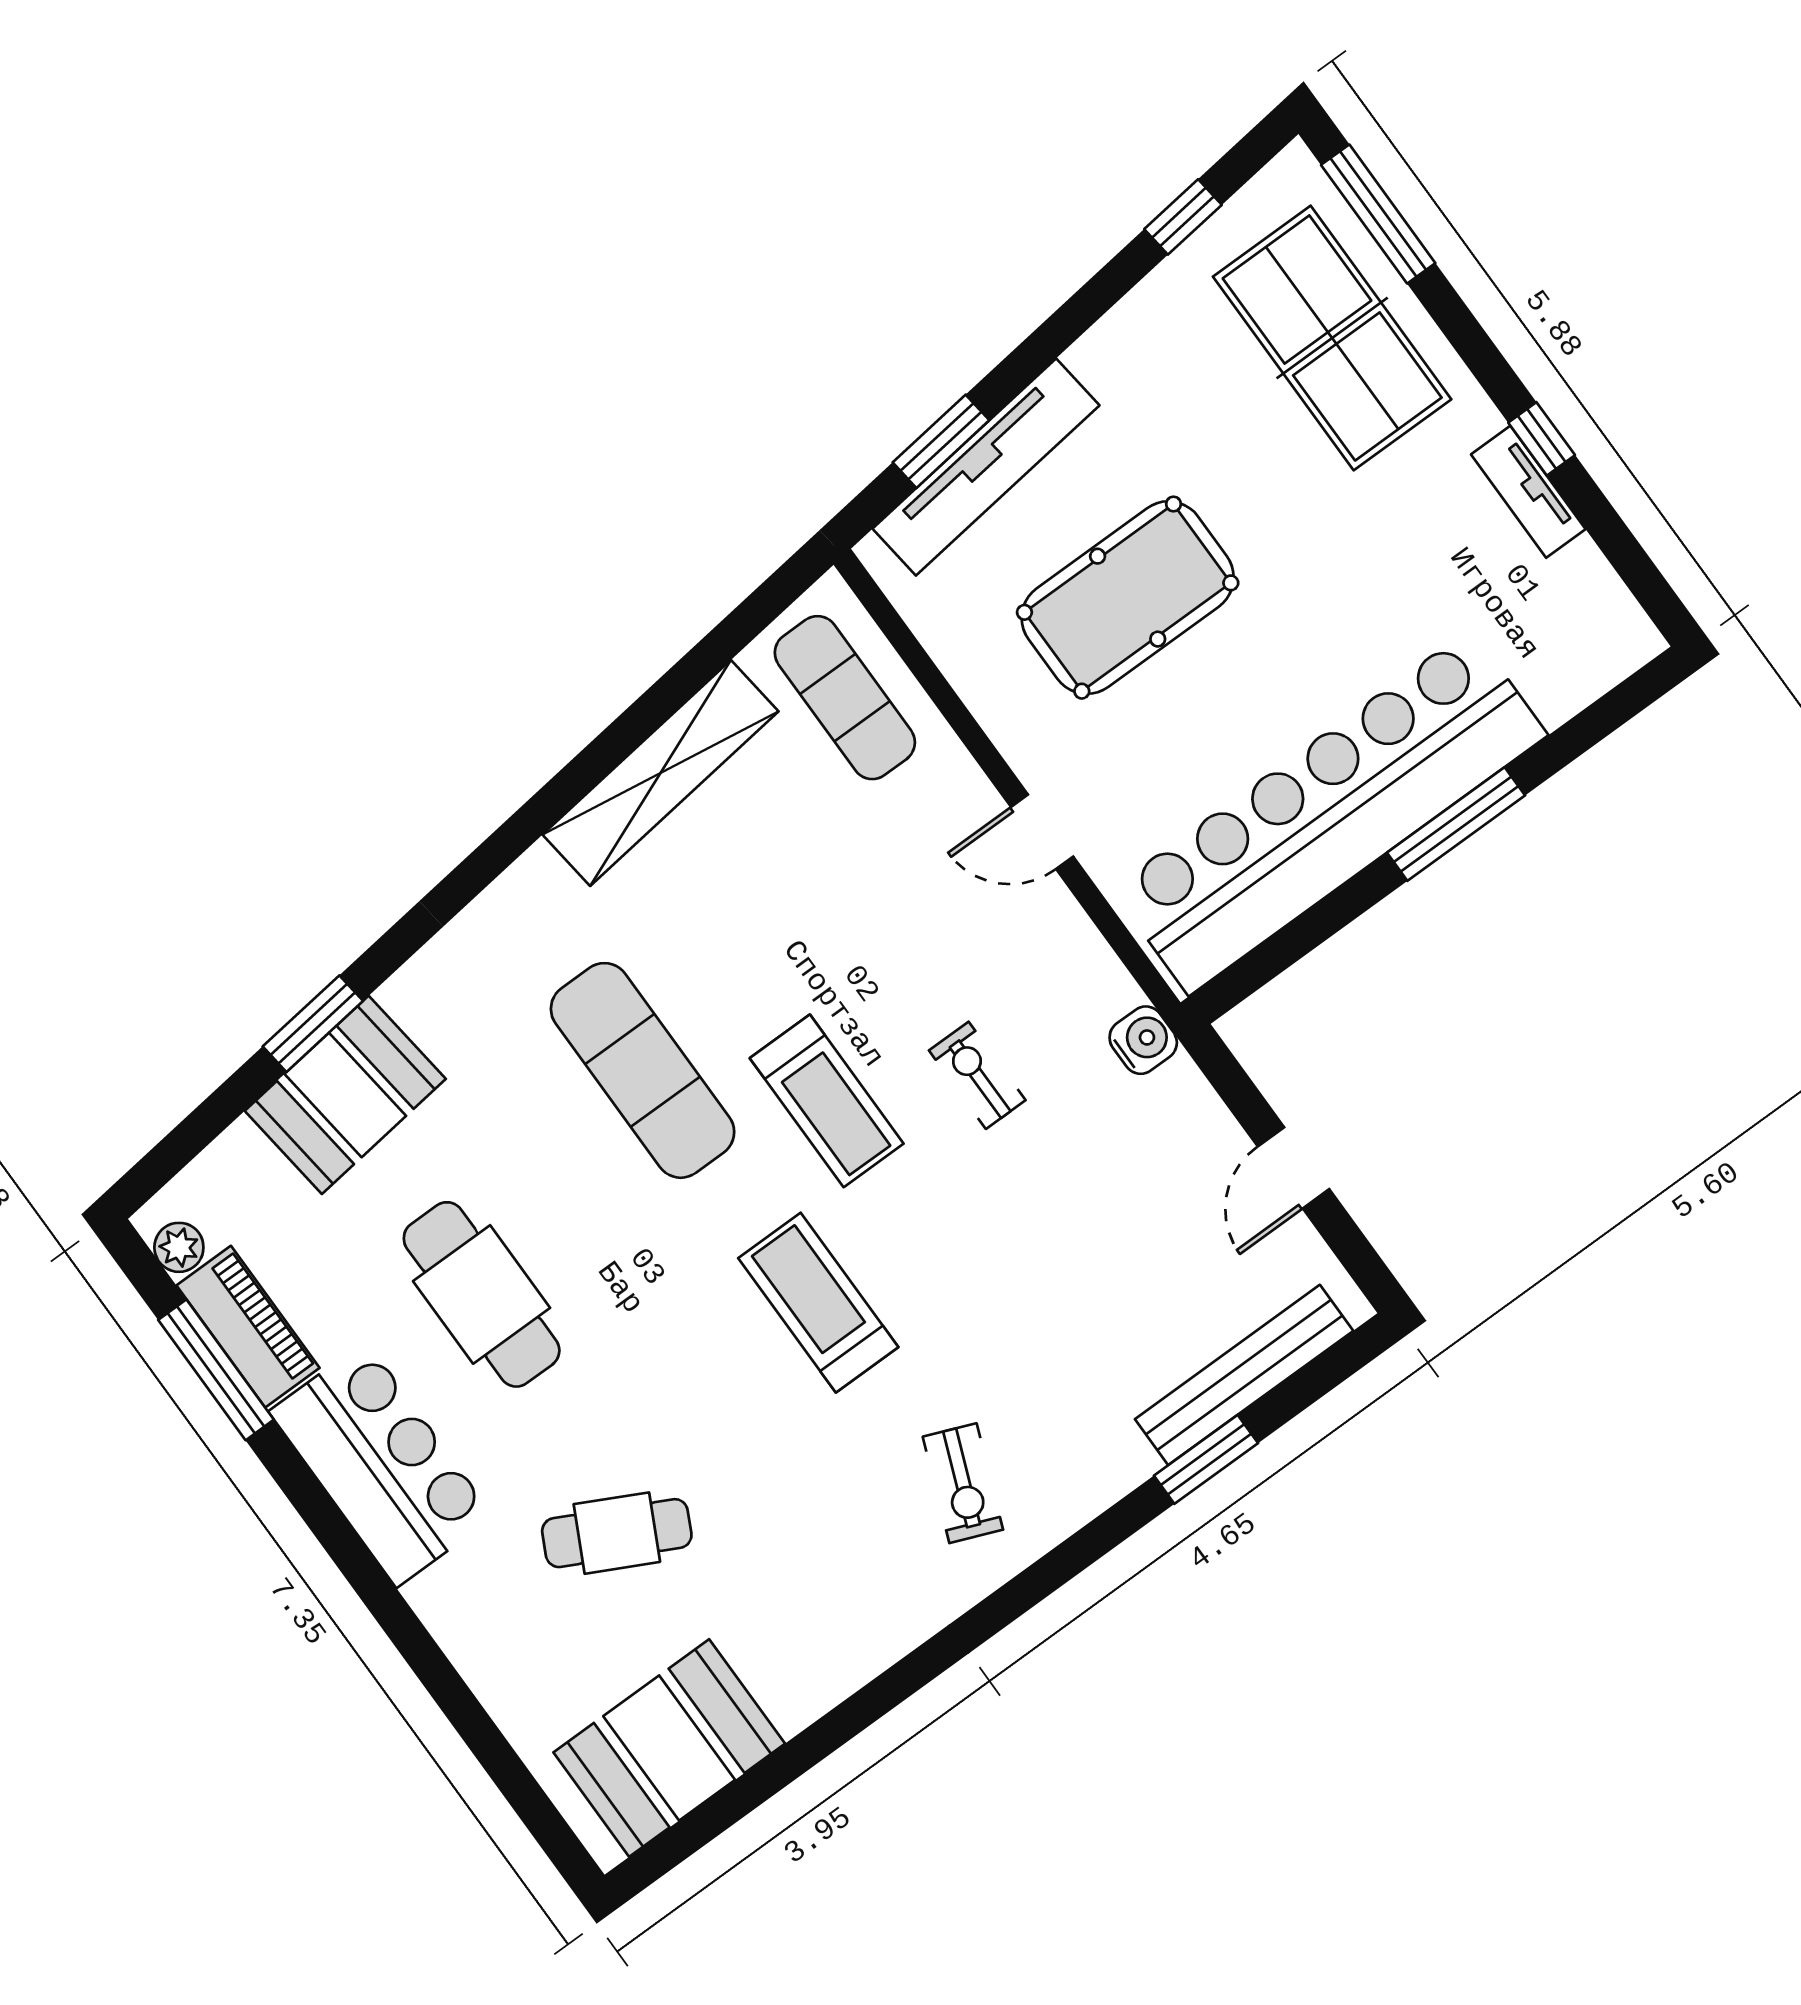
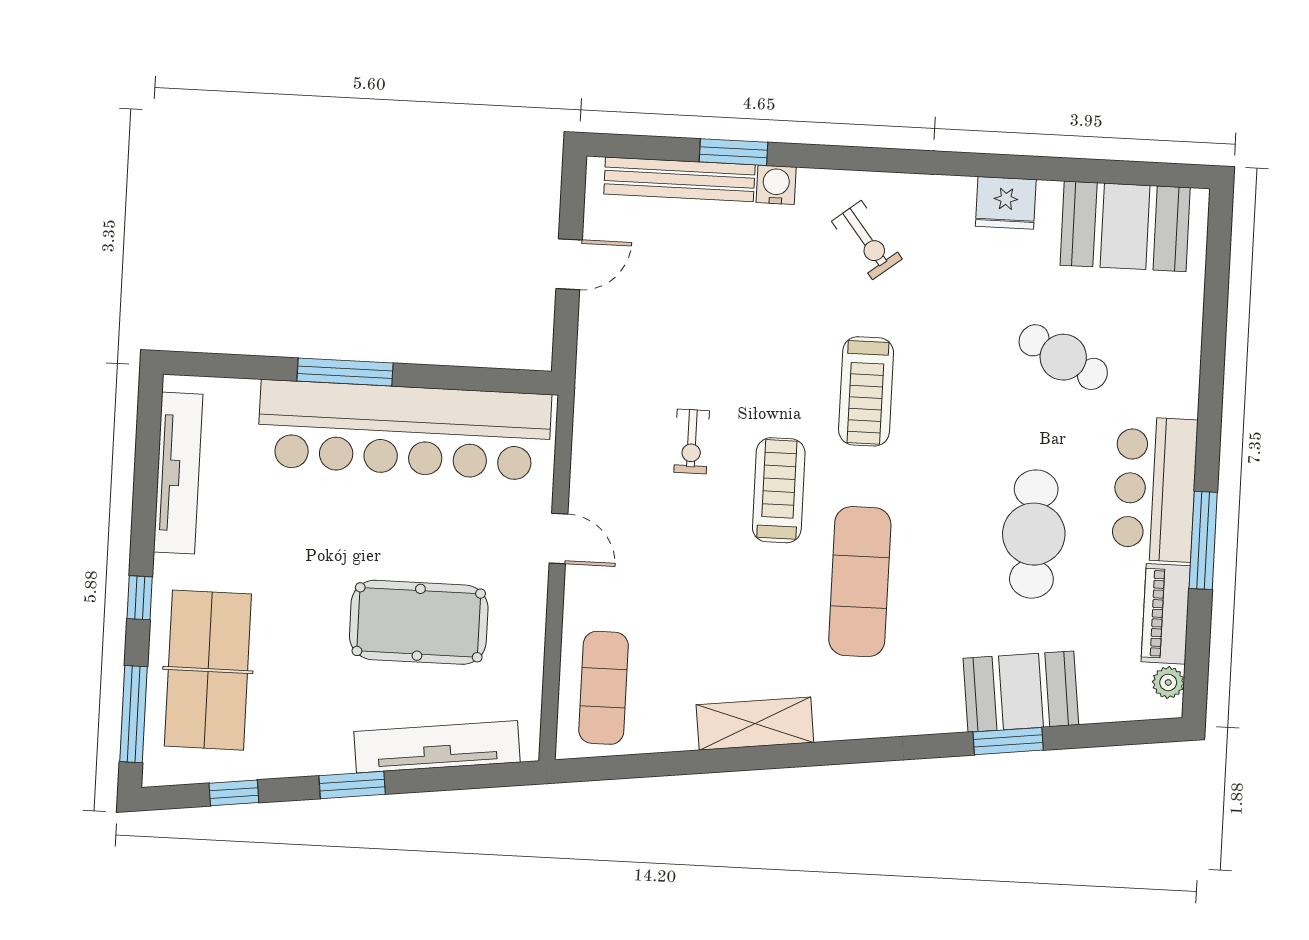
window: (1542, 439) -> (140, 598), moved
window: (941, 441) -> (352, 785), moved
tv unit: (1528, 492) -> (178, 473), width x1.92, depth x1.29
shelving: (661, 773) -> (755, 724), width x0.68
water cooler: (1143, 1040) -> (776, 185), moved, turned 90
window: (216, 1370) -> (1203, 540), moved
exercise bike: (963, 1483) -> (867, 240), turned 120
fridge: (834, 1661) -> (1006, 203), added

